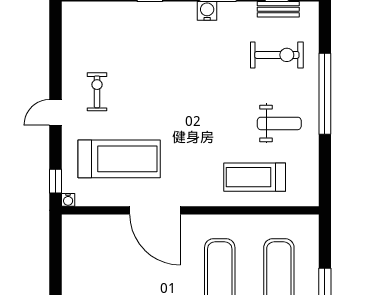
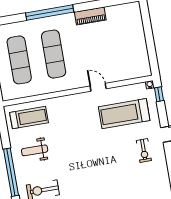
treadmill: (255, 177) -> (29, 118), moved
door: (155, 210) -> (98, 87), width x0.53

